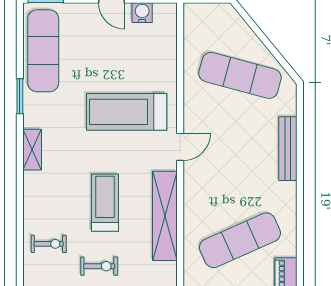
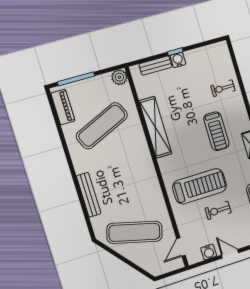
door: (180, 147) -> (181, 247), moved
treadmill: (105, 203) -> (216, 131), moved
exercise bike: (99, 266) -> (218, 210), moved

